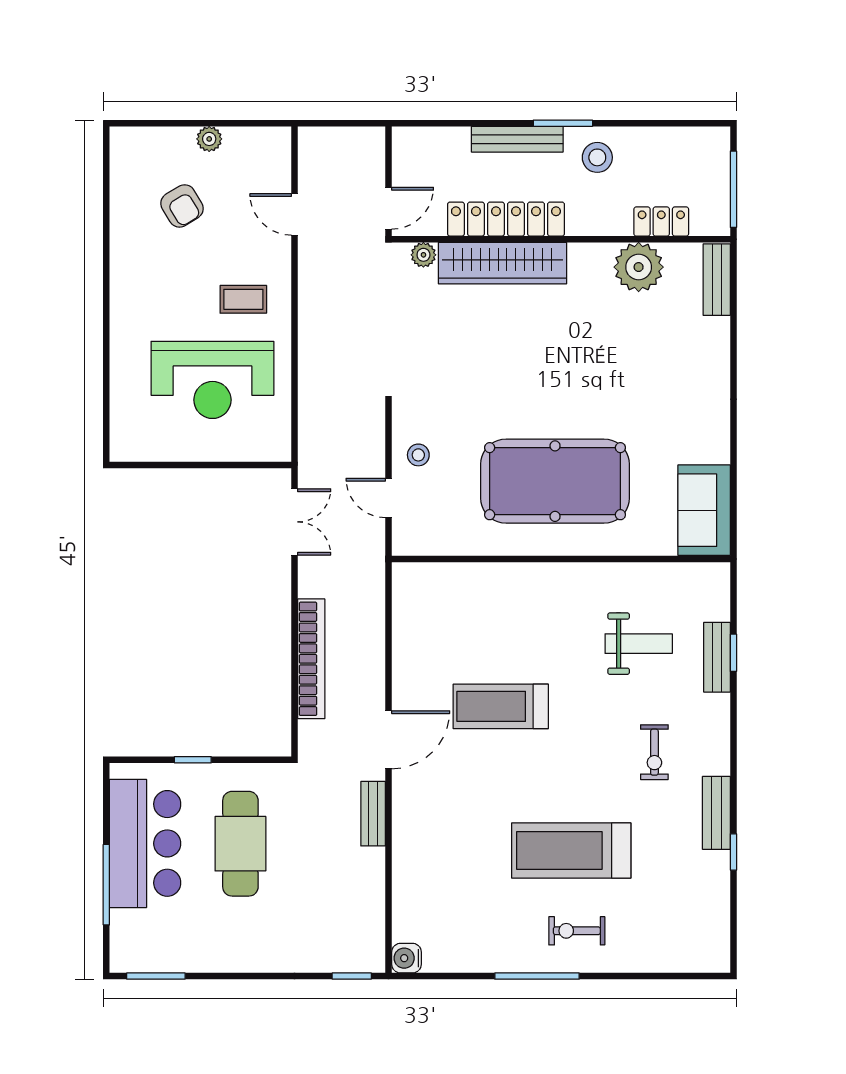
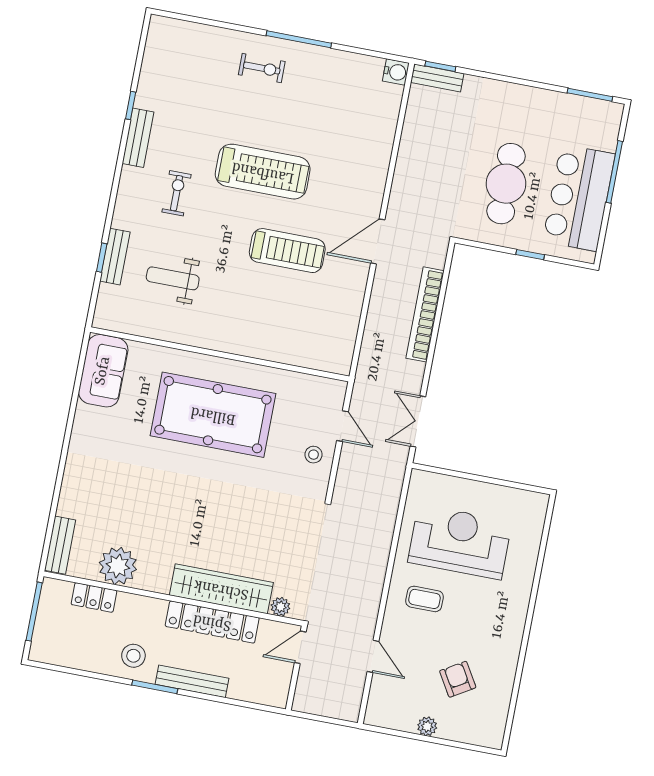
bench: (373, 814) -> (437, 78), moved, turned 90
treadmill: (571, 851) -> (263, 172), moved

